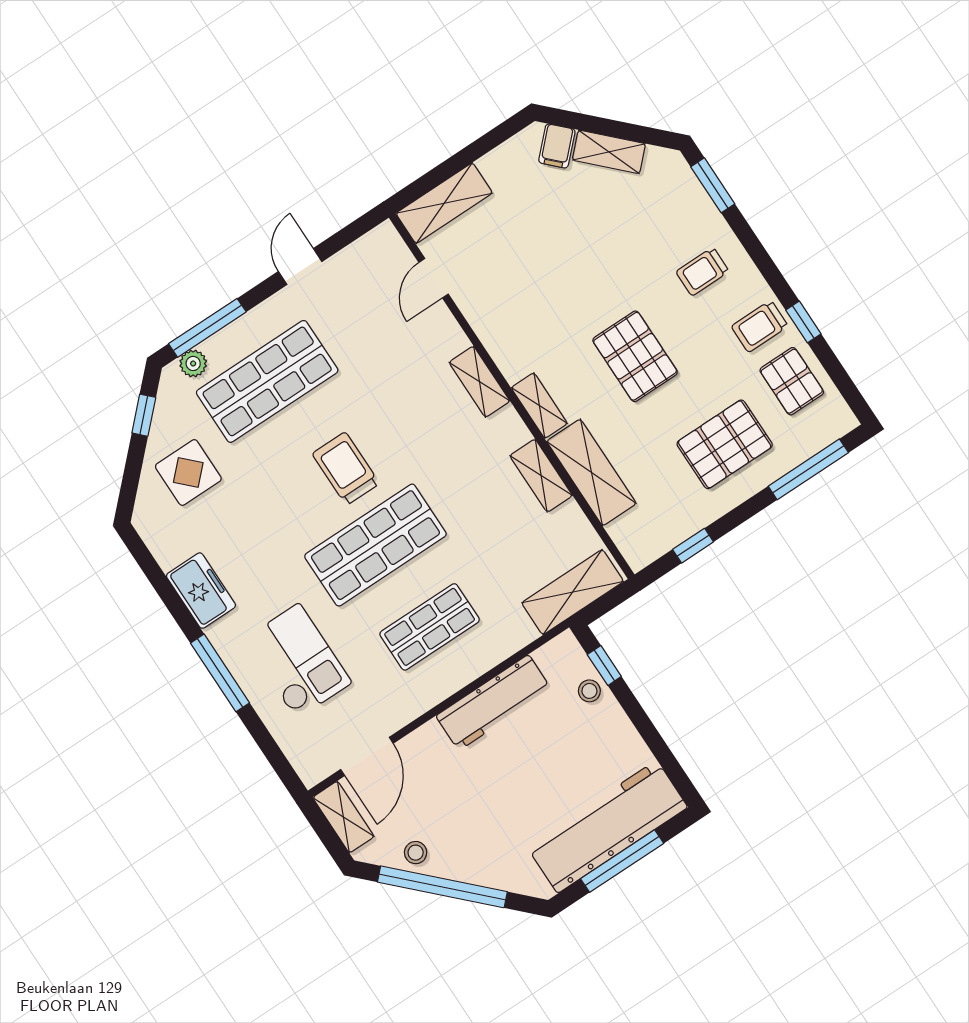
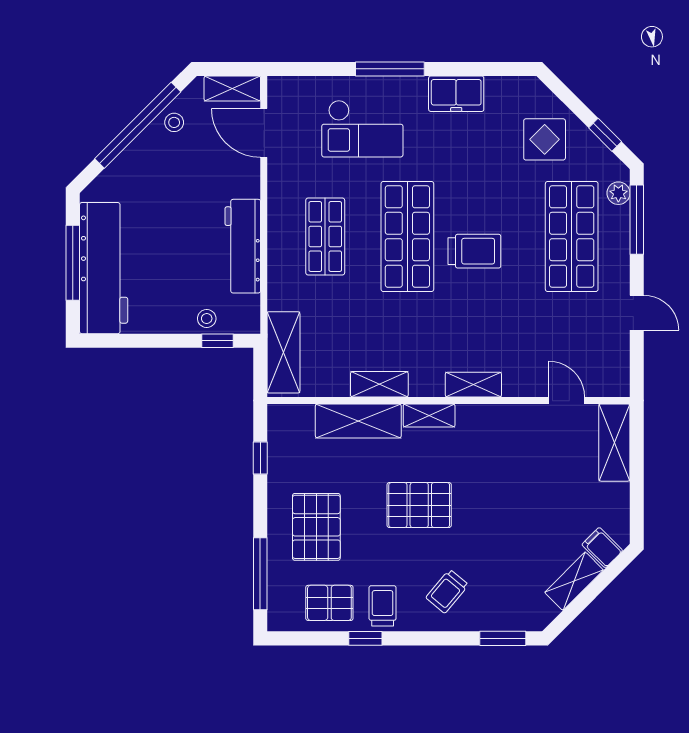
trolley: (702, 272) -> (447, 591), turned -140

